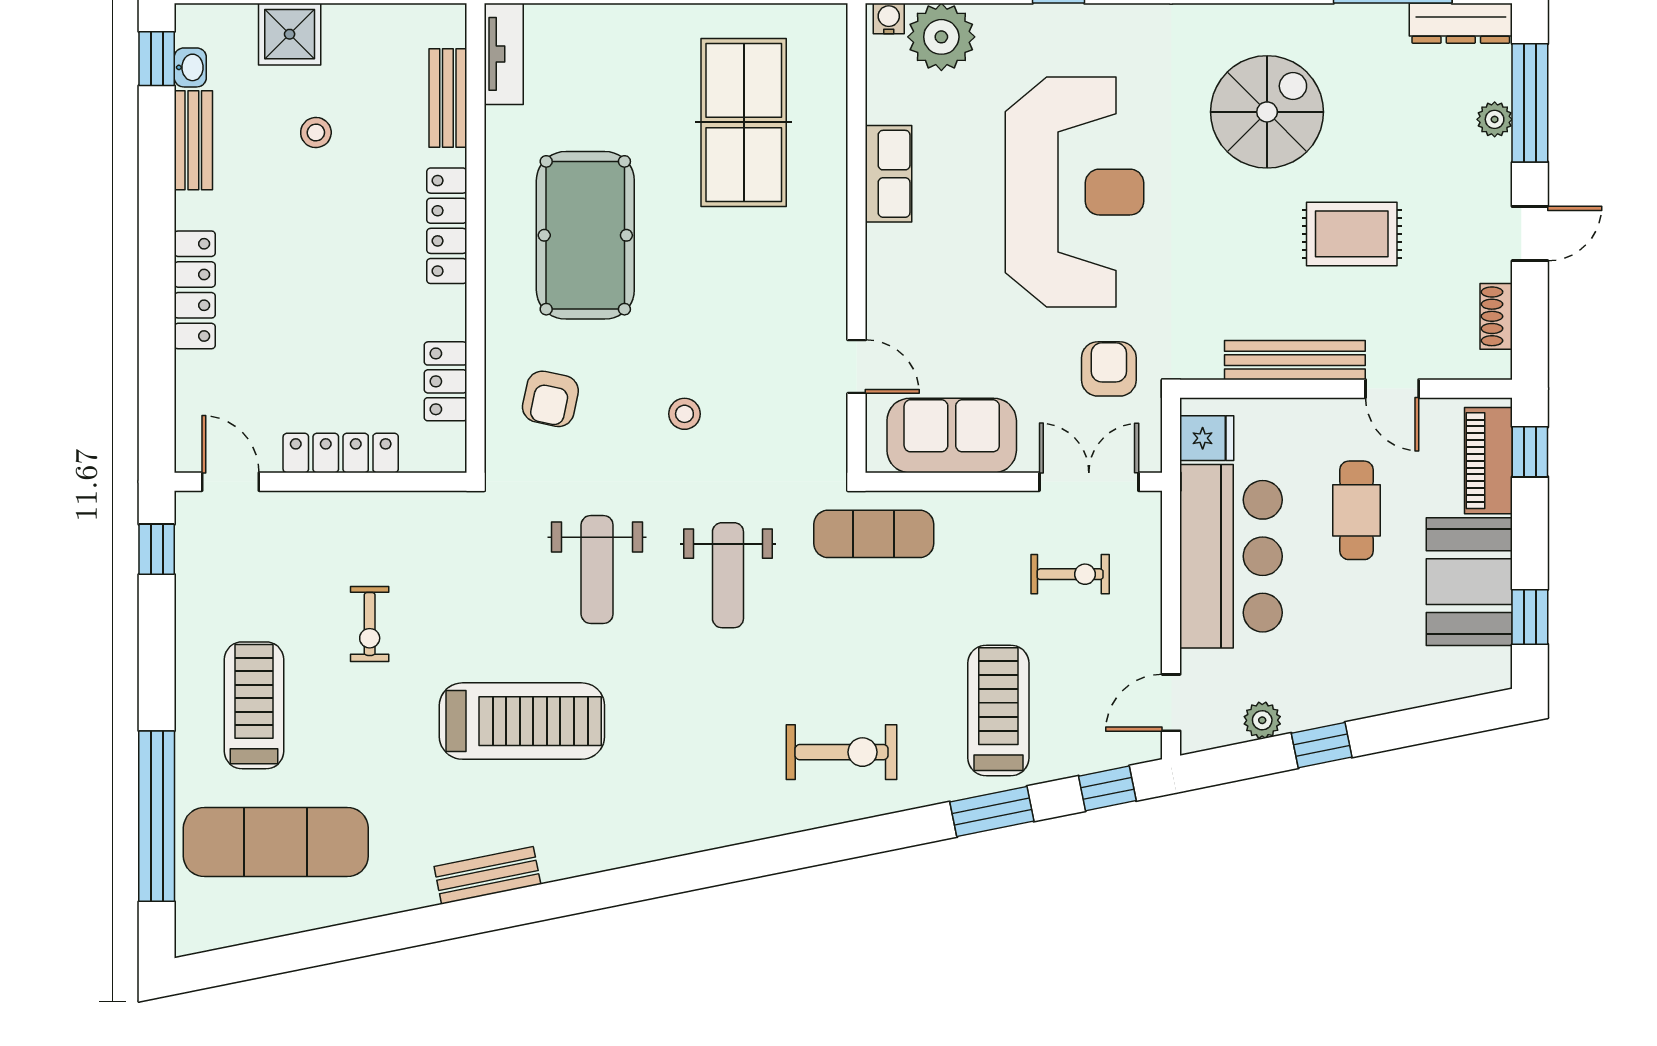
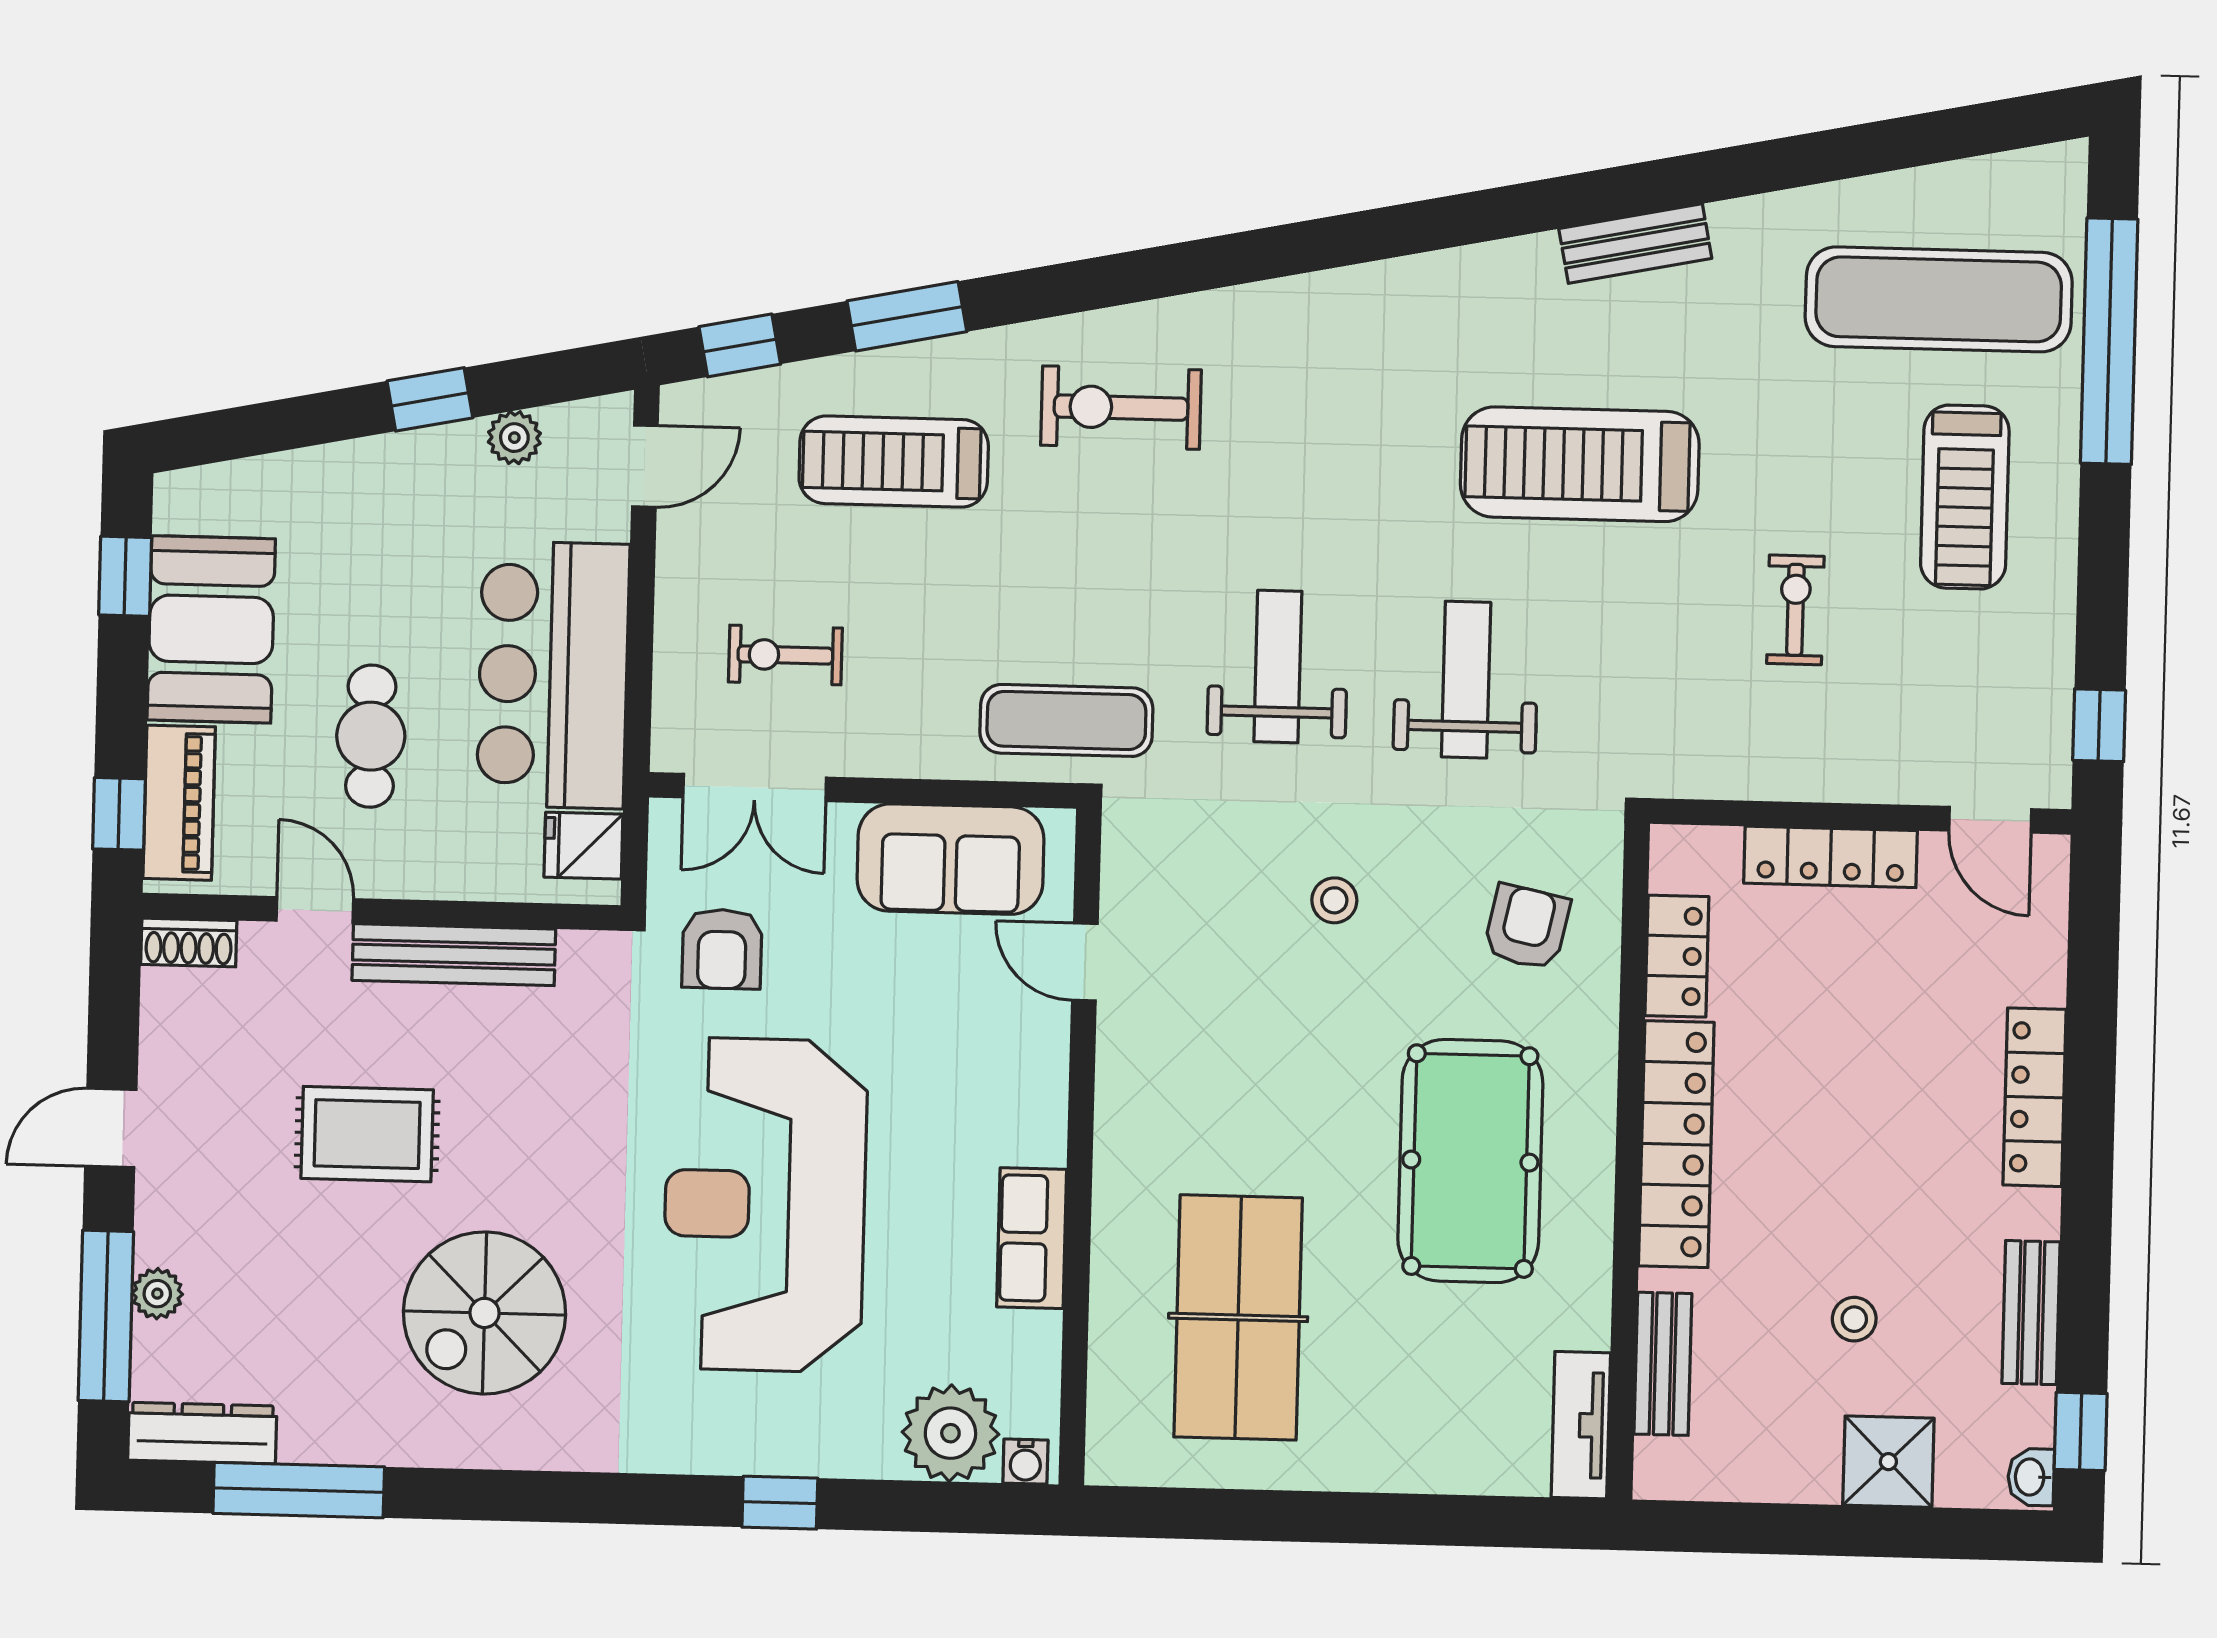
washbasin: (190, 67) -> (2031, 1477), moved
locker: (447, 226) -> (1676, 1144), width x1.41, depth x1.21
shoe rack: (1496, 316) -> (189, 943), moved, turned 90
treadmill: (998, 710) -> (894, 462), turned 90

